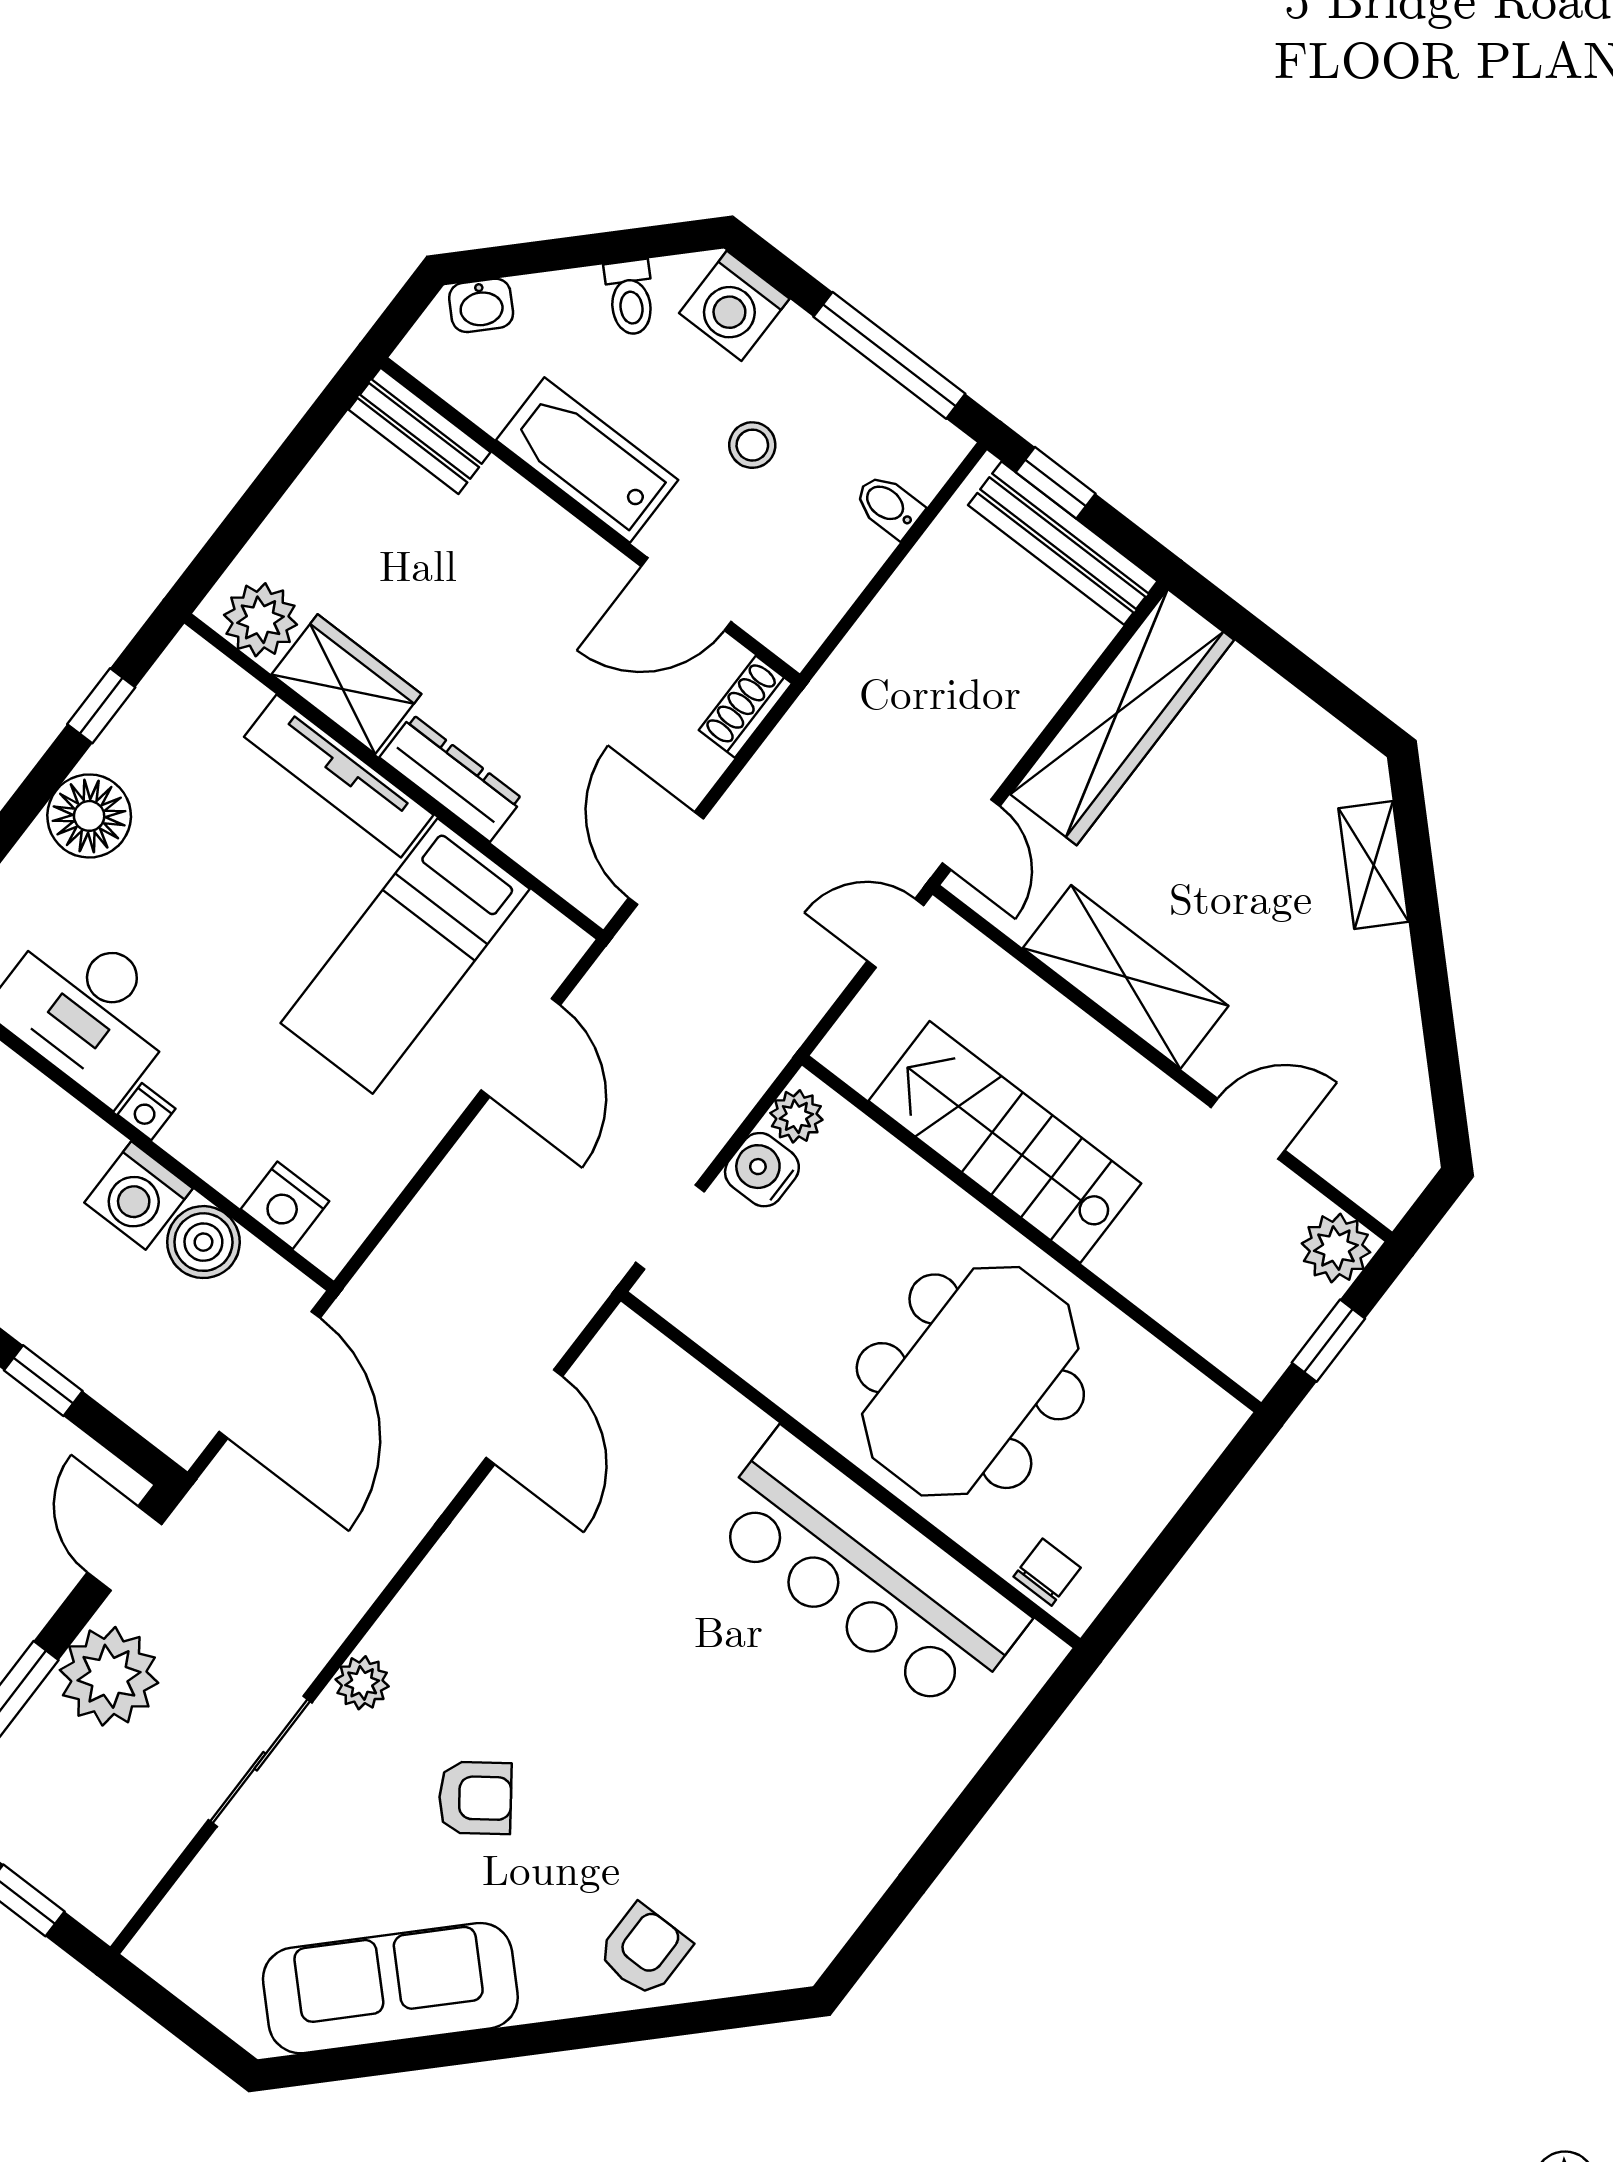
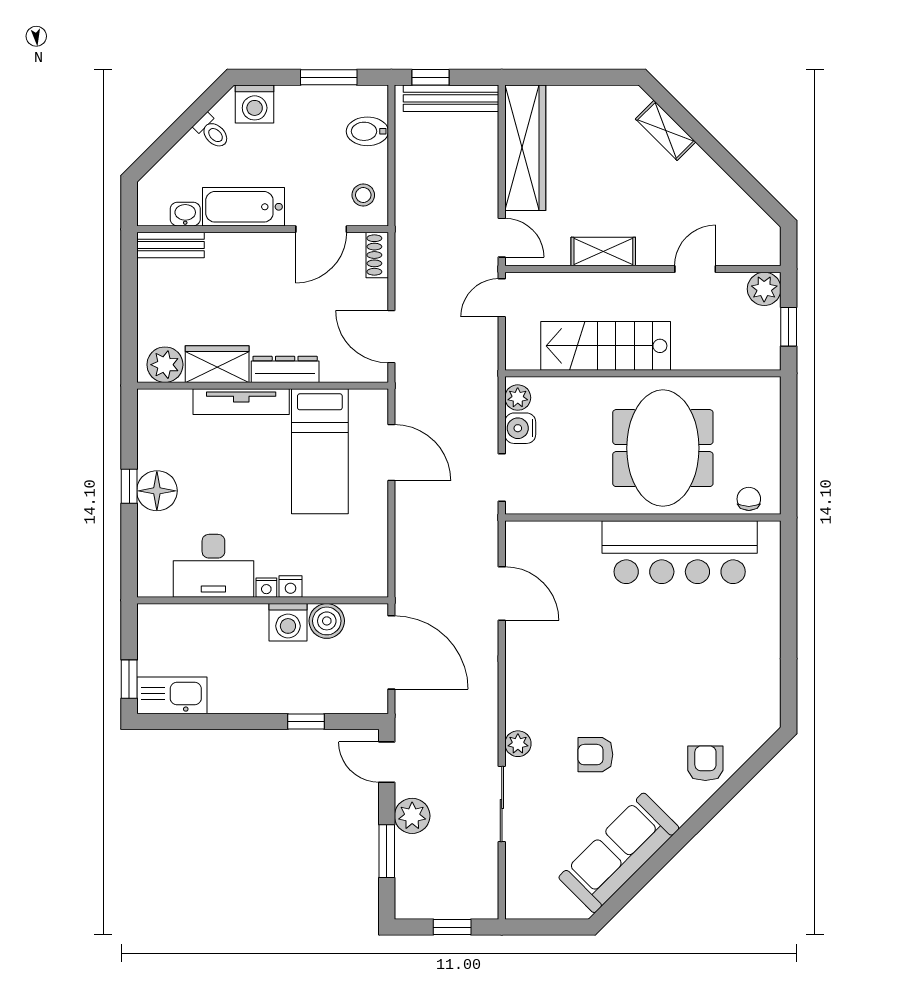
washbasin: (481, 305) -> (185, 214), moved, turned -135
window: (889, 355) -> (329, 77), width x0.69
stool: (752, 445) -> (363, 195), moved
bidet: (889, 506) -> (367, 131), width x1.38, depth x1.36
window: (101, 706) -> (129, 486), moved
shelving: (1126, 977) -> (603, 252), width x0.67, depth x0.75
nightstand: (285, 1205) -> (291, 586), moved, width x0.72, depth x0.74
plant: (109, 1676) -> (412, 816), width x0.73, depth x0.73
armchair: (475, 1798) -> (595, 755), turned -144

